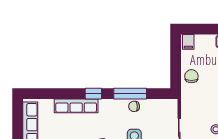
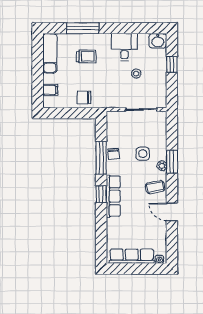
filing cabinet: (188, 42) -> (50, 90), moved
row of seats: (76, 106) -> (113, 196), moved

